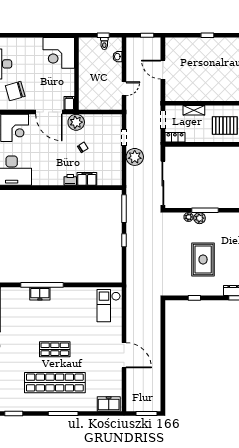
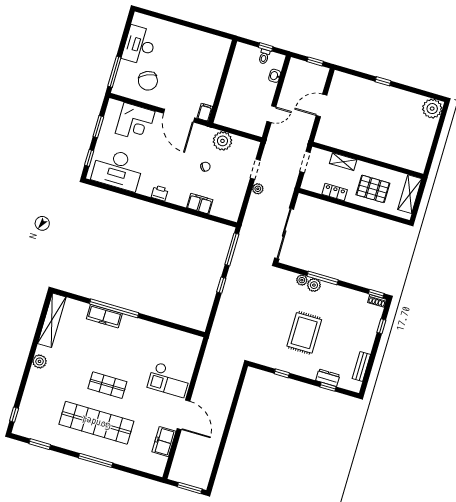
corner desk: (59, 53) -> (210, 52), removed
door: (163, 70) -> (322, 105), hinge flipped
chair: (15, 91) -> (148, 81), turned -97
plant: (76, 122) -> (222, 141), moved
locker: (175, 137) -> (335, 192), moved
plant: (135, 157) -> (258, 189), width x0.53, depth x0.53
printer: (70, 180) -> (160, 193), moved
freezer: (40, 294) -> (104, 316), width x1.40
checkout: (109, 306) -> (169, 380), moved, turned -90
freezer: (109, 404) -> (164, 442), moved, turned -90

